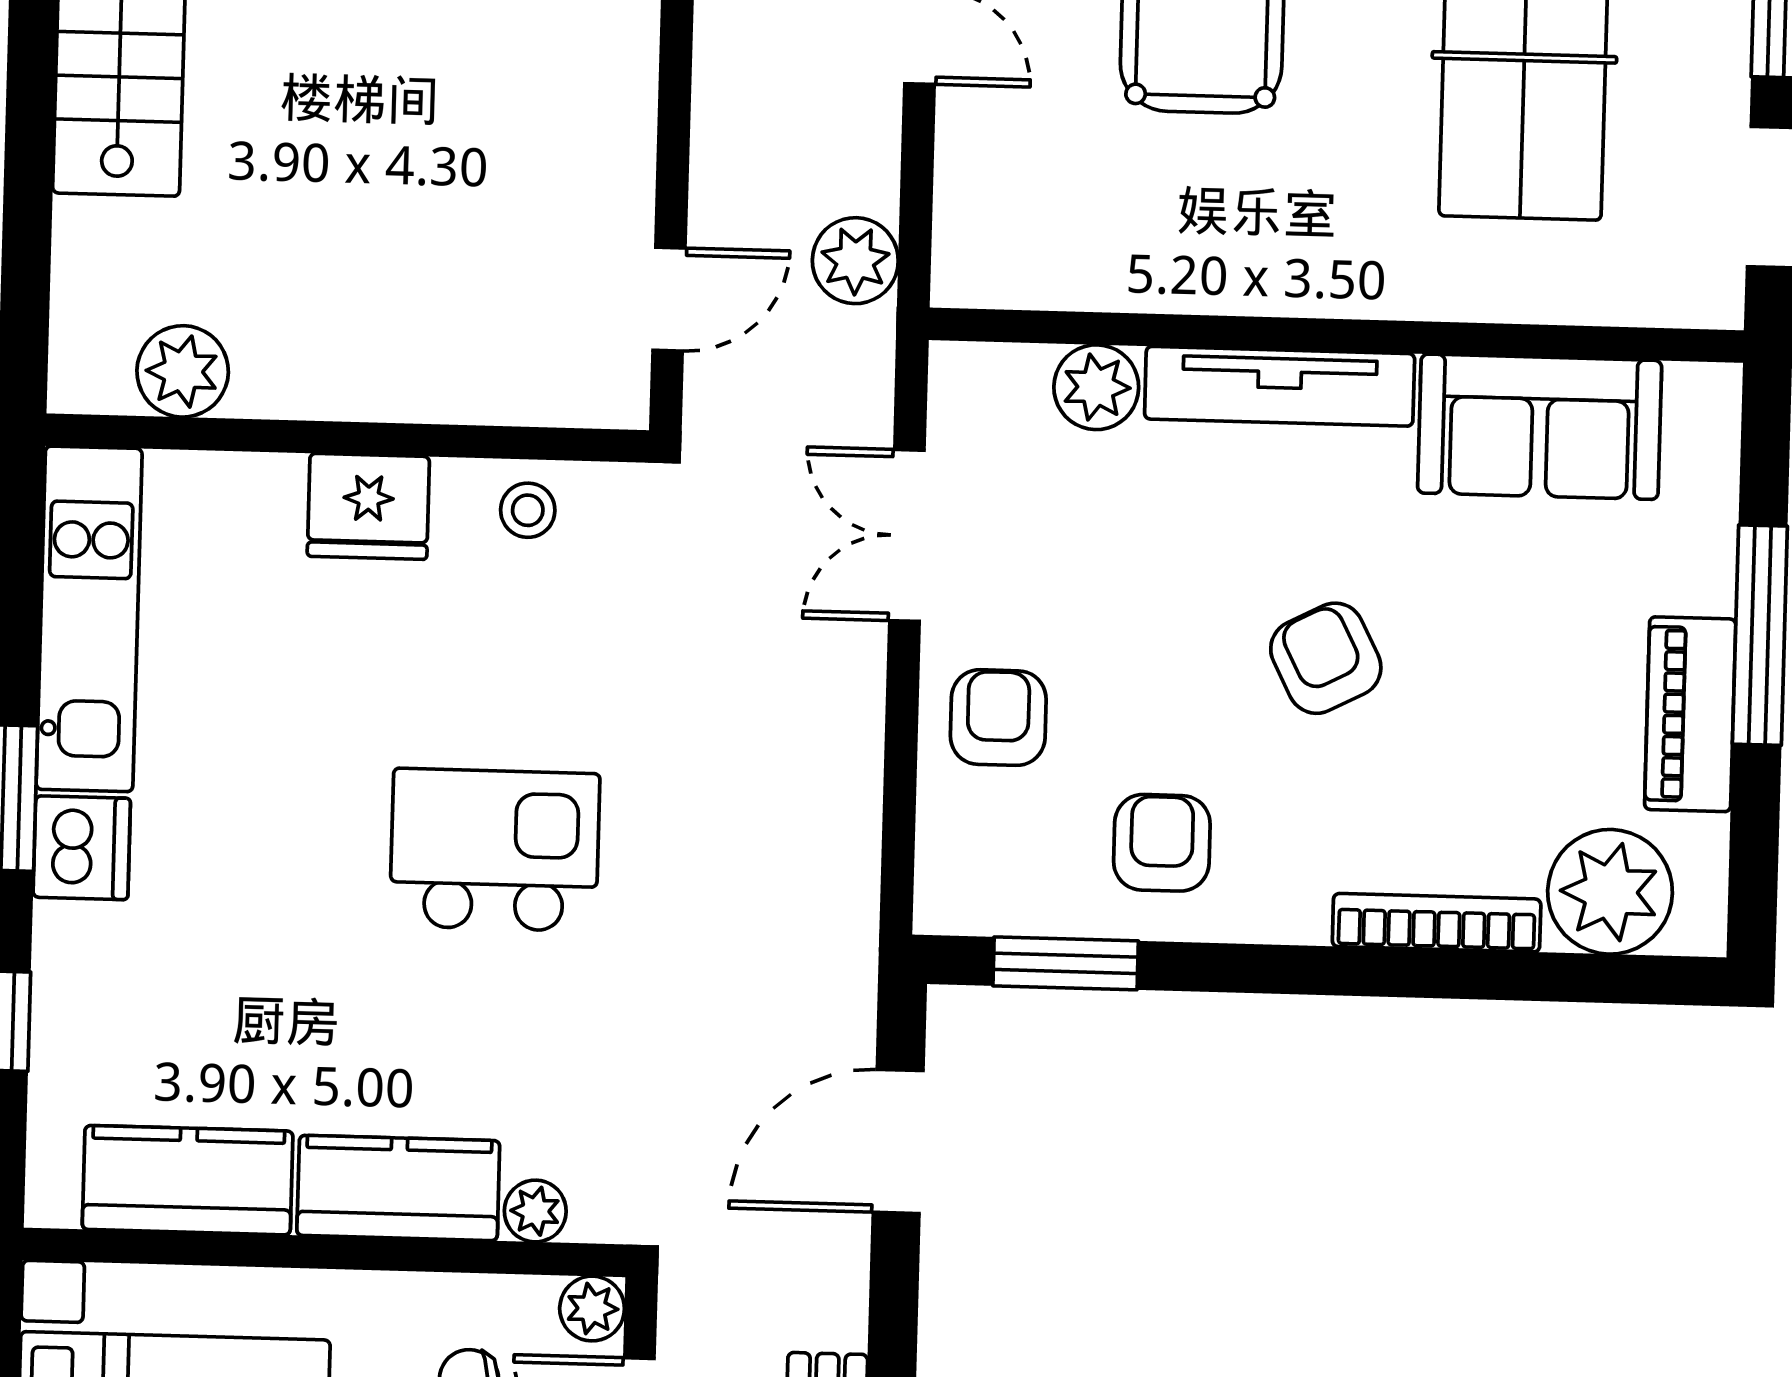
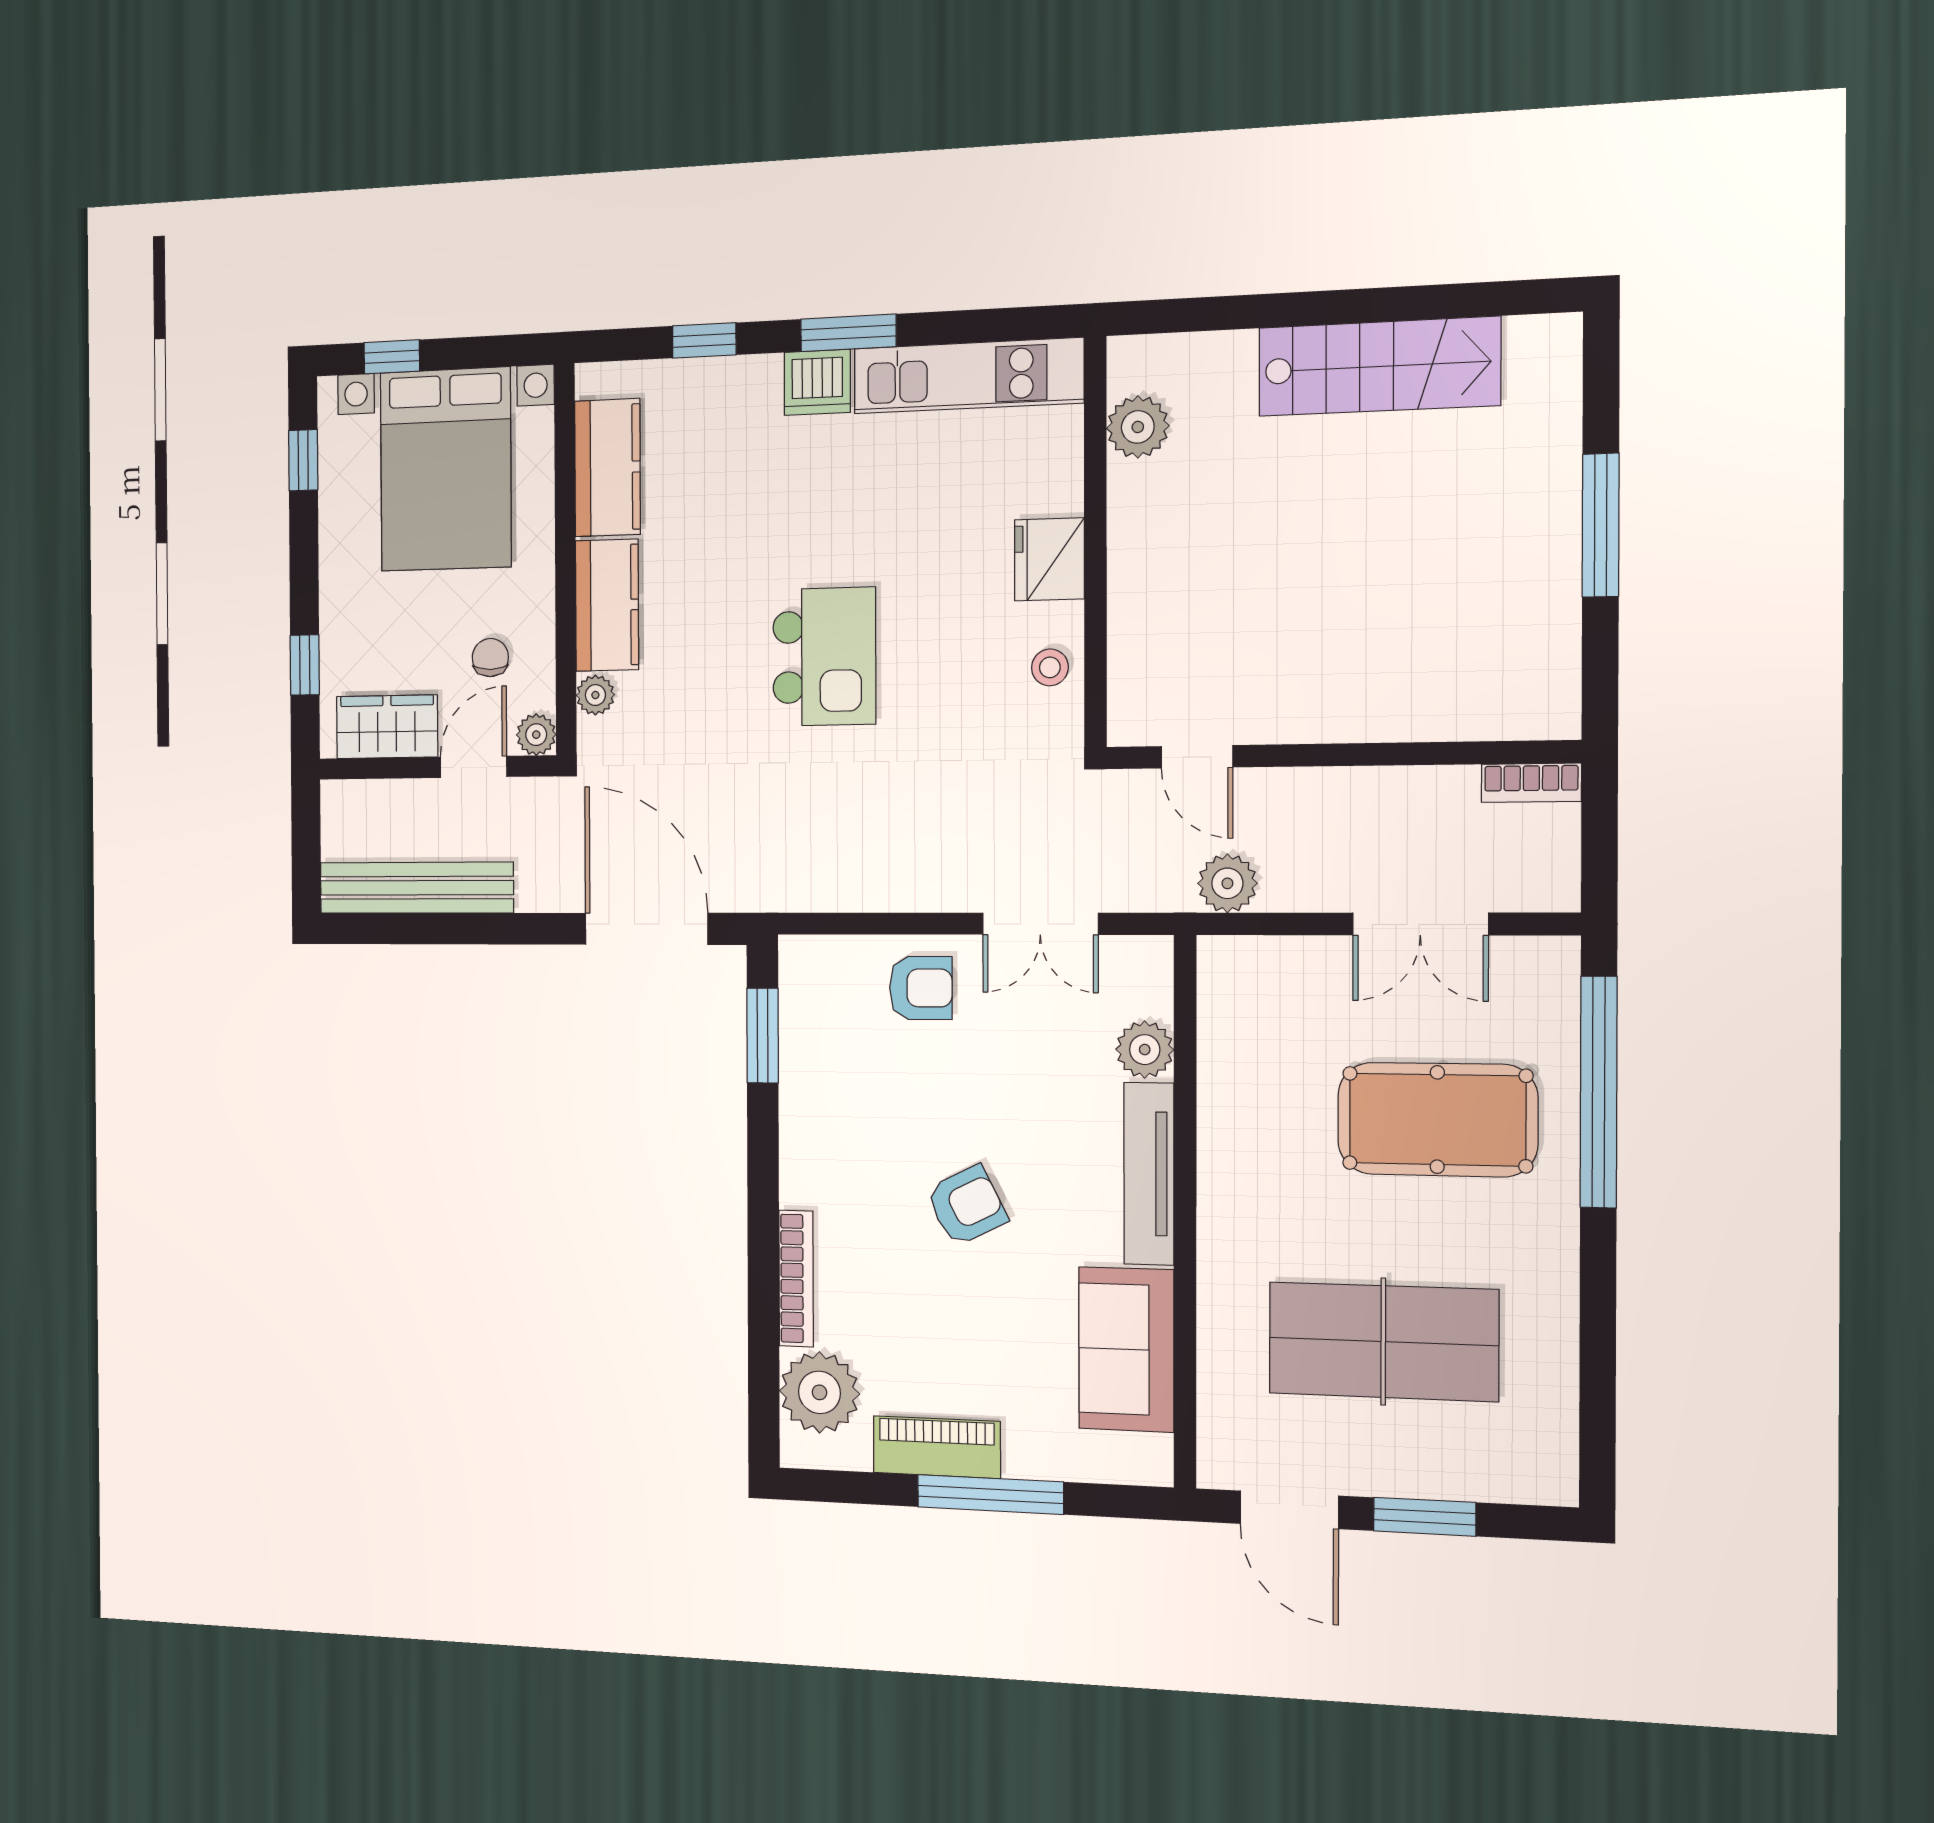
double door: (907, 535) -> (1040, 924), swing flipped
armchair: (1162, 843) -> (842, 1098), removed
door: (898, 1141) -> (646, 929), width x1.36

